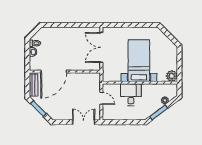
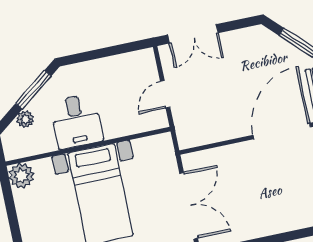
desk: (131, 95) -> (76, 121), moved
door: (101, 98) -> (165, 94), hinge flipped

